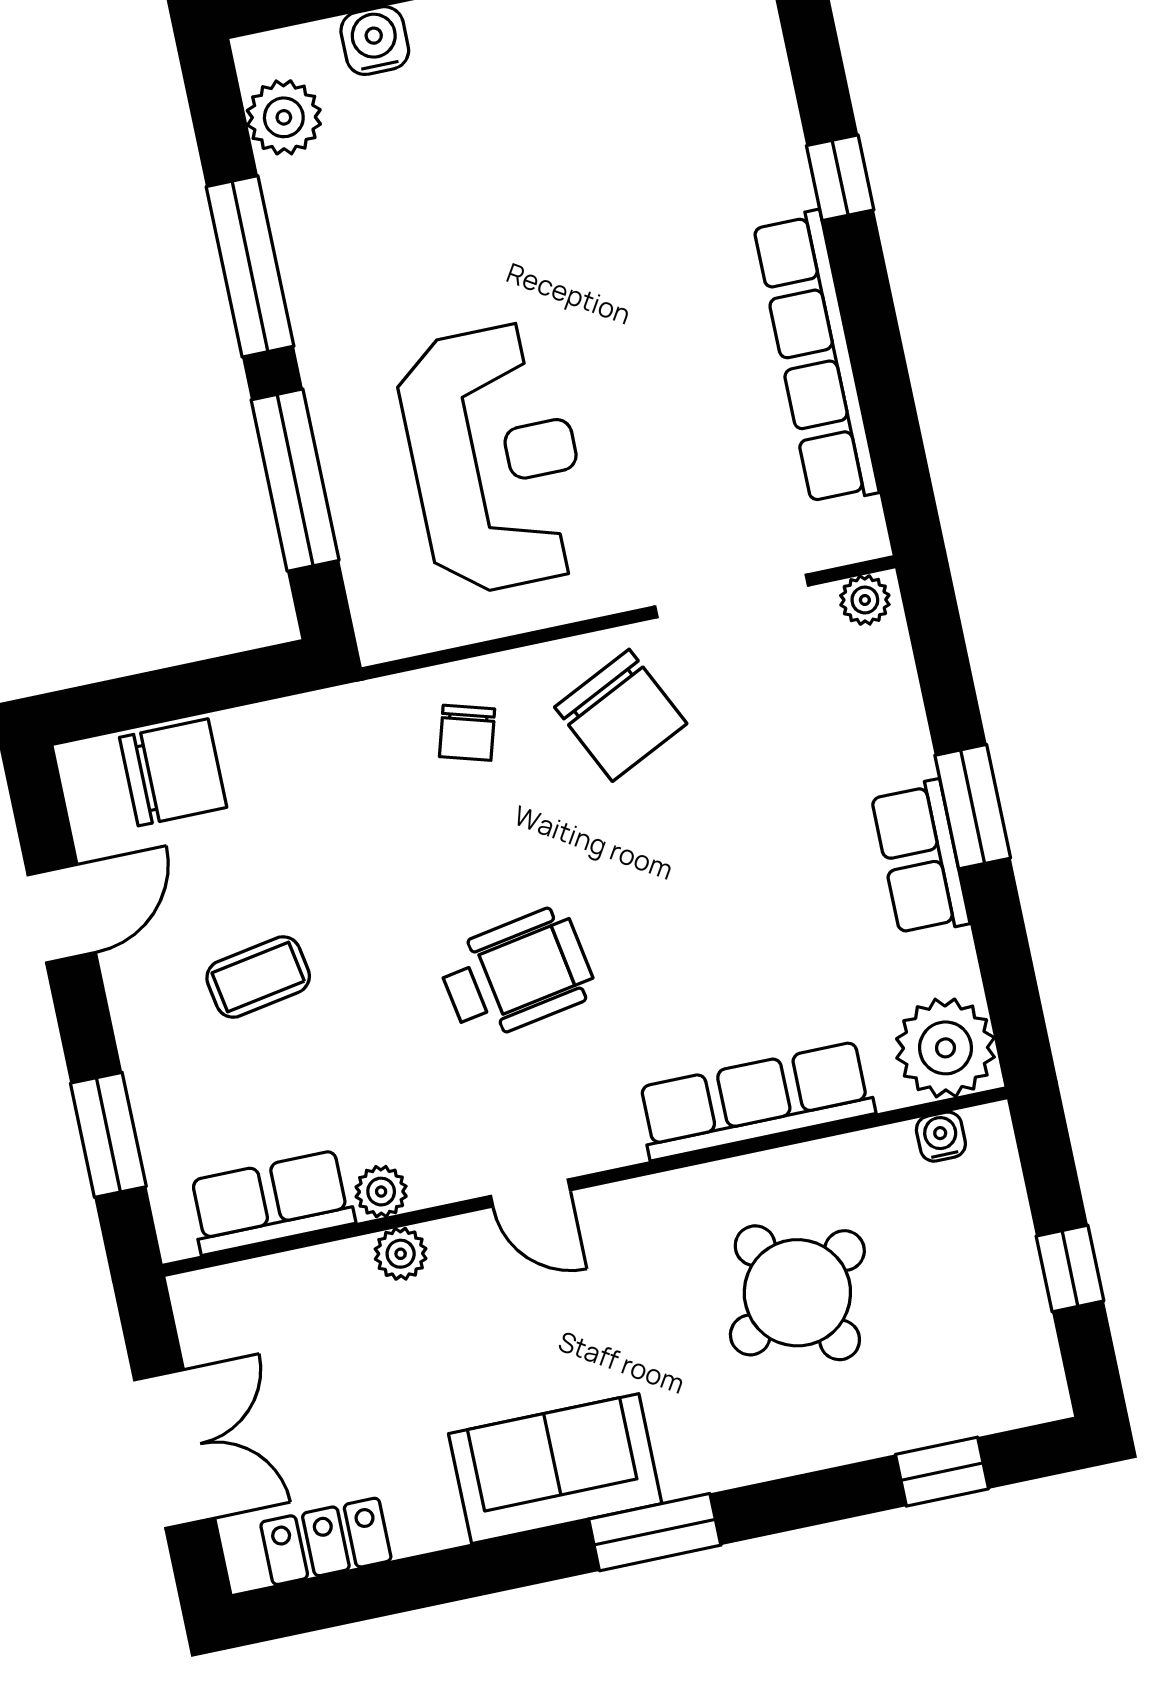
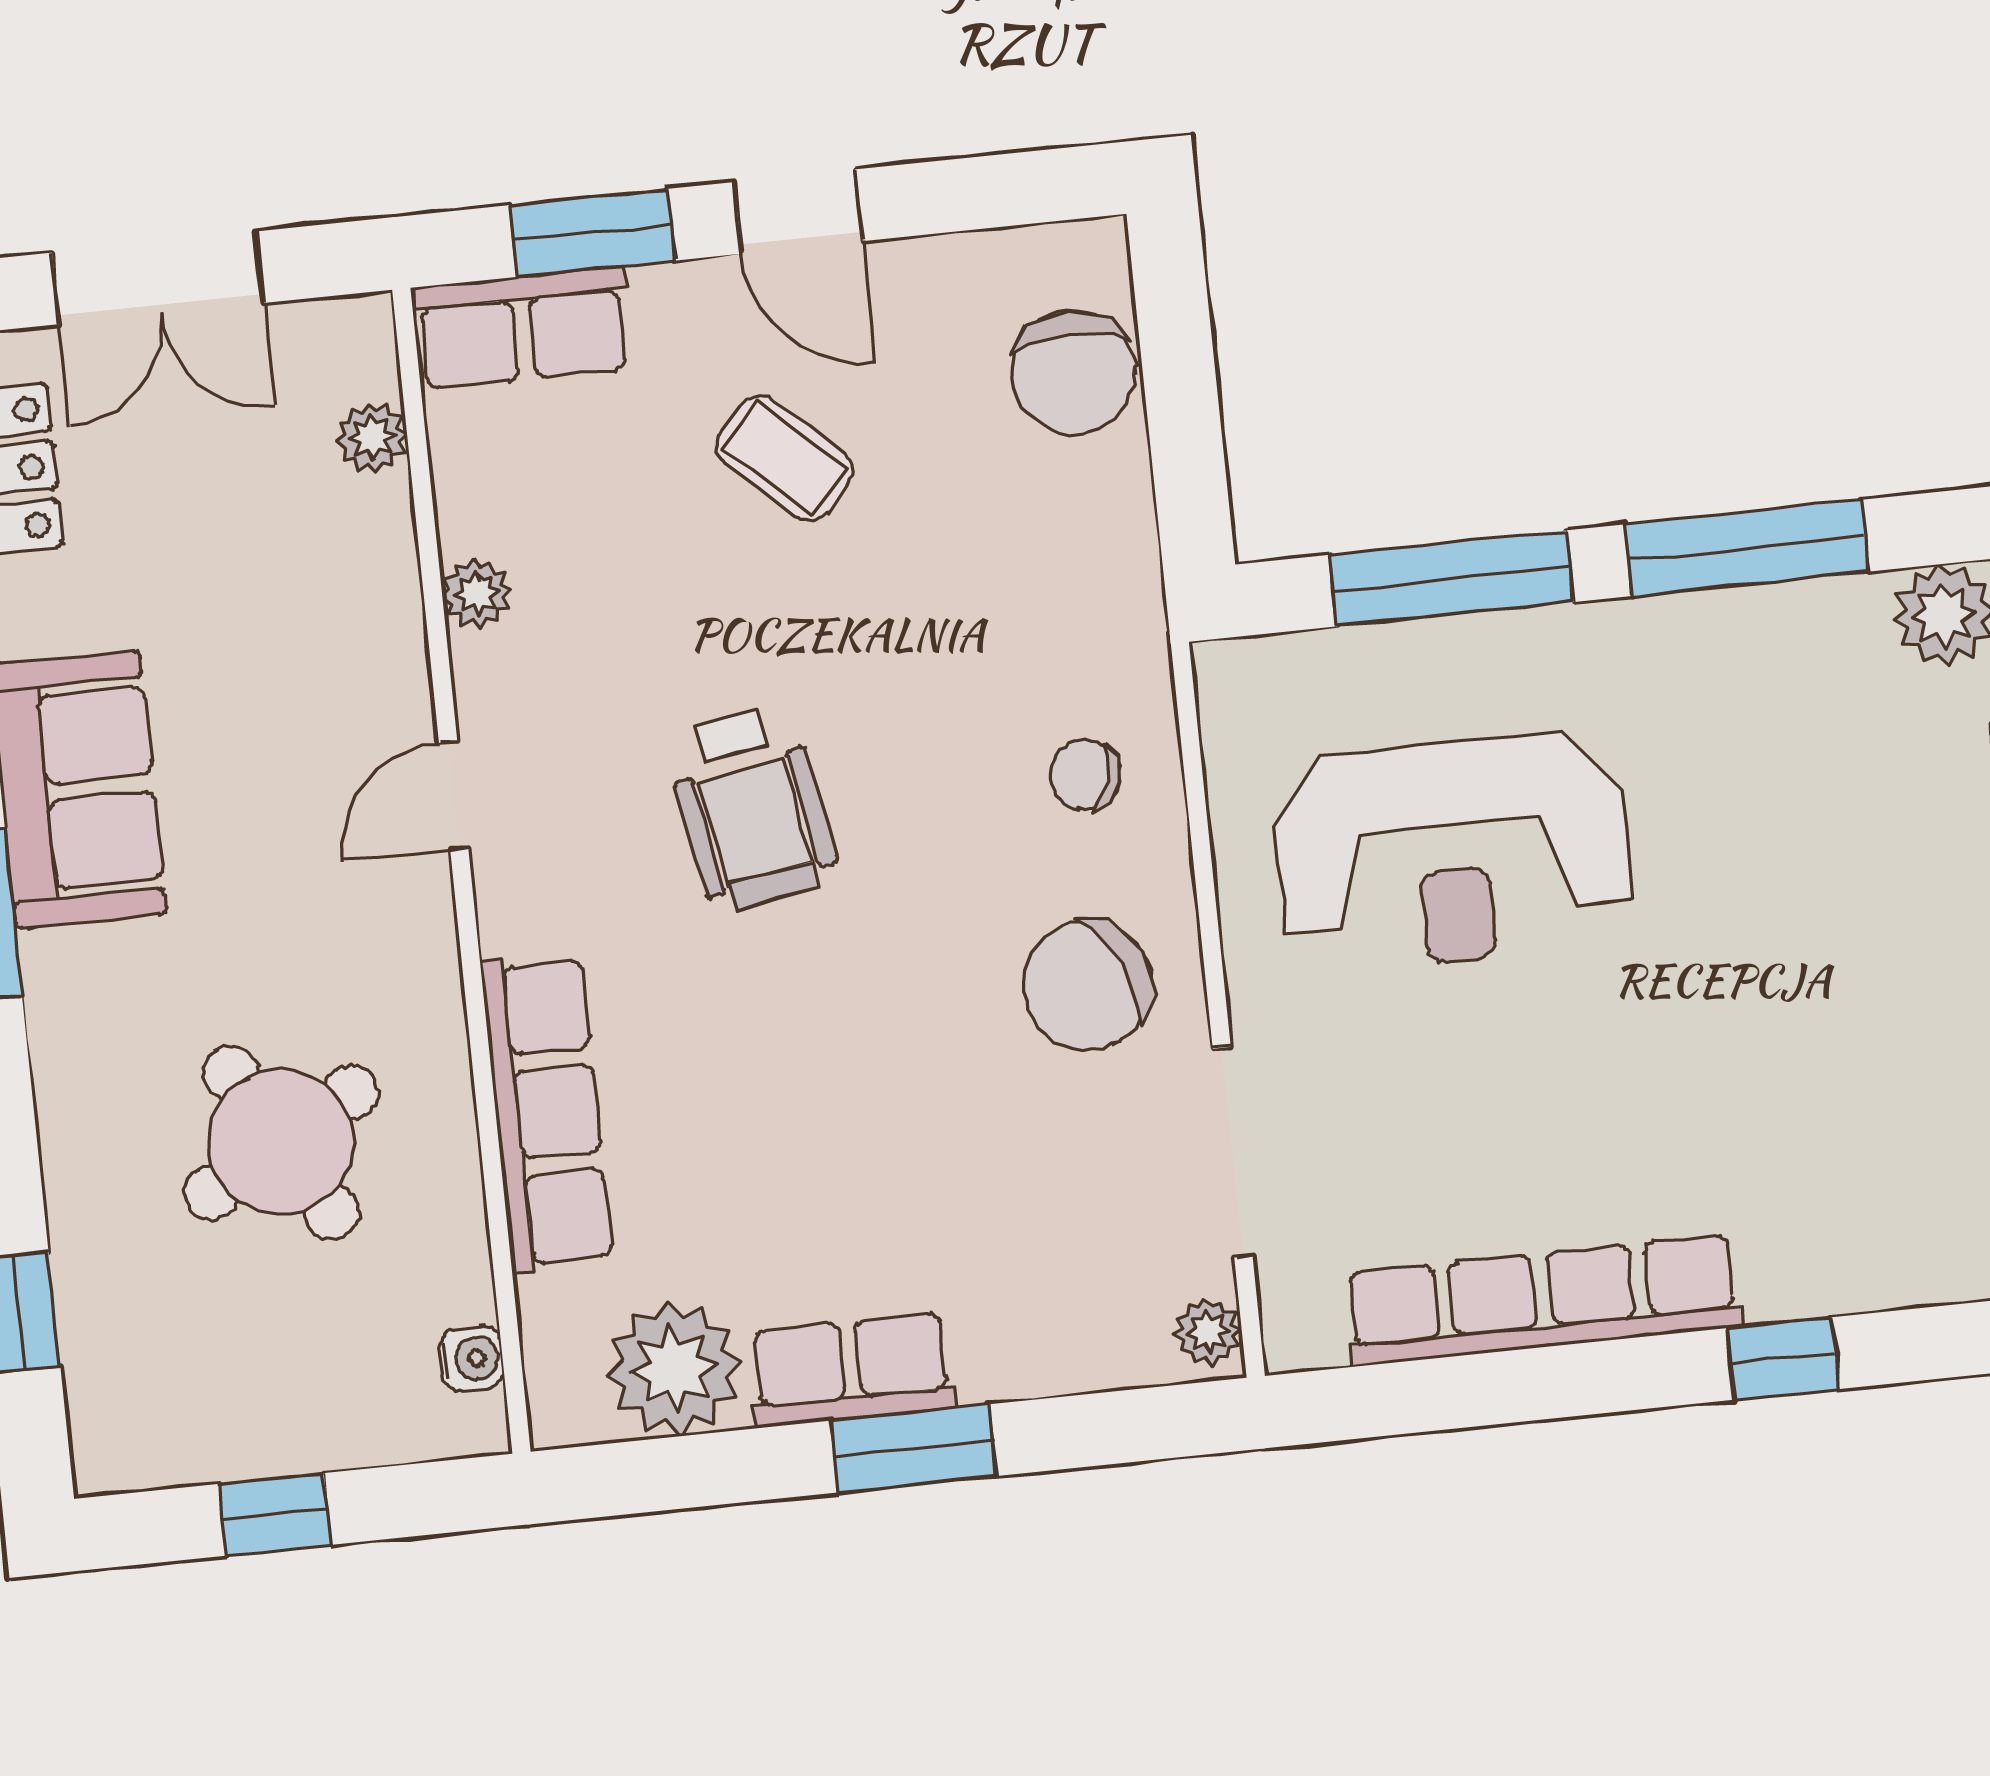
door: (62, 914) -> (798, 212), moved
coffee table: (258, 977) -> (785, 458), turned -37
plant: (945, 1048) -> (674, 1369), moved
row of seats: (271, 1202) -> (523, 328), moved, turned 90
plant: (401, 1254) -> (372, 438), moved

